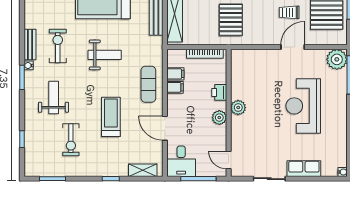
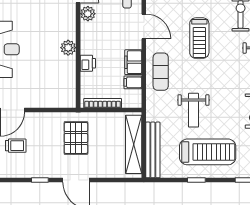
weight bench: (105, 55) -> (194, 110), moved, turned -90
filing cabinet: (175, 87) -> (133, 62), width x2.00
plant: (219, 118) -> (88, 14), moved

